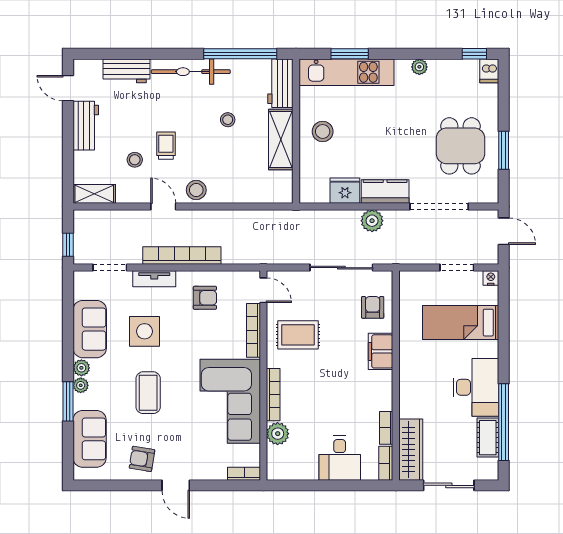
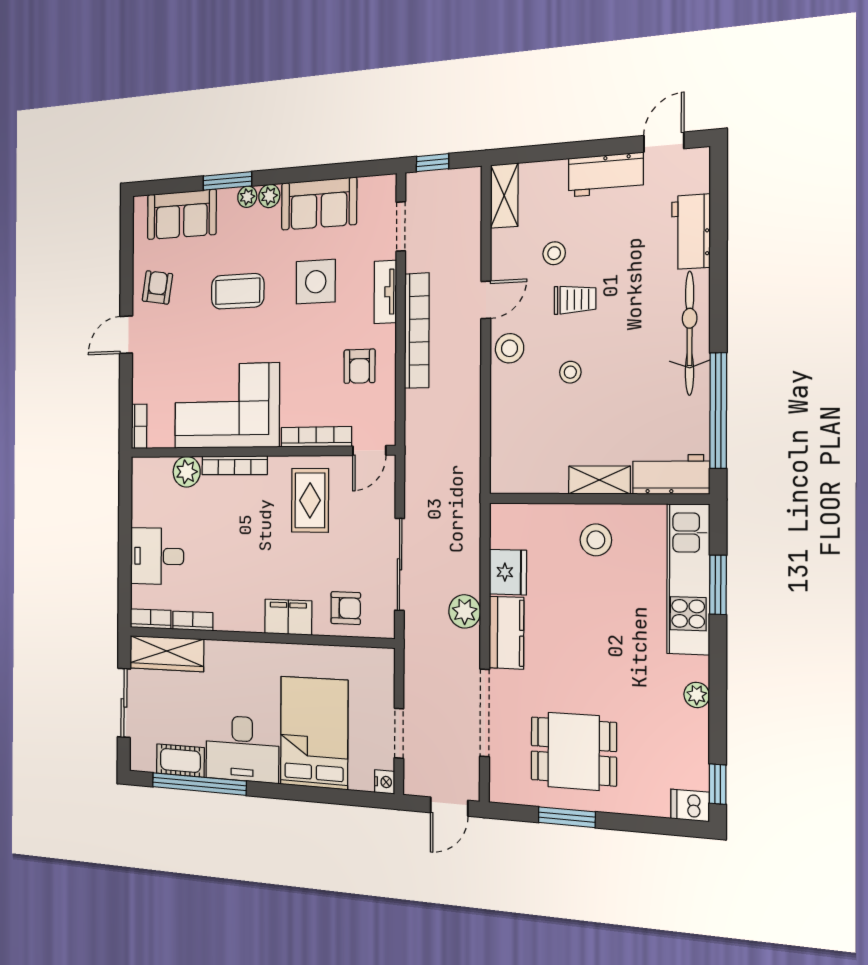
stool: (228, 120) -> (570, 372), moved
shelving: (281, 139) -> (599, 480), width x0.67, depth x0.75
bed: (461, 323) -> (314, 733), width x1.50

